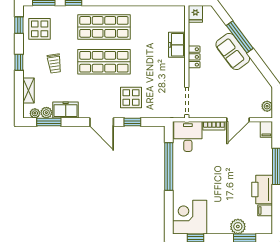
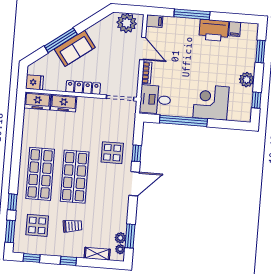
display table: (40, 29) -> (37, 225), moved
locker: (194, 57) -> (83, 87), width x1.53
plant: (267, 106) -> (127, 23), width x1.87, depth x1.87
freezer: (66, 110) -> (38, 101), moved, turned -90
corner desk: (190, 217) -> (211, 102), moved, turned 90
plant: (238, 227) -> (247, 80), moved

